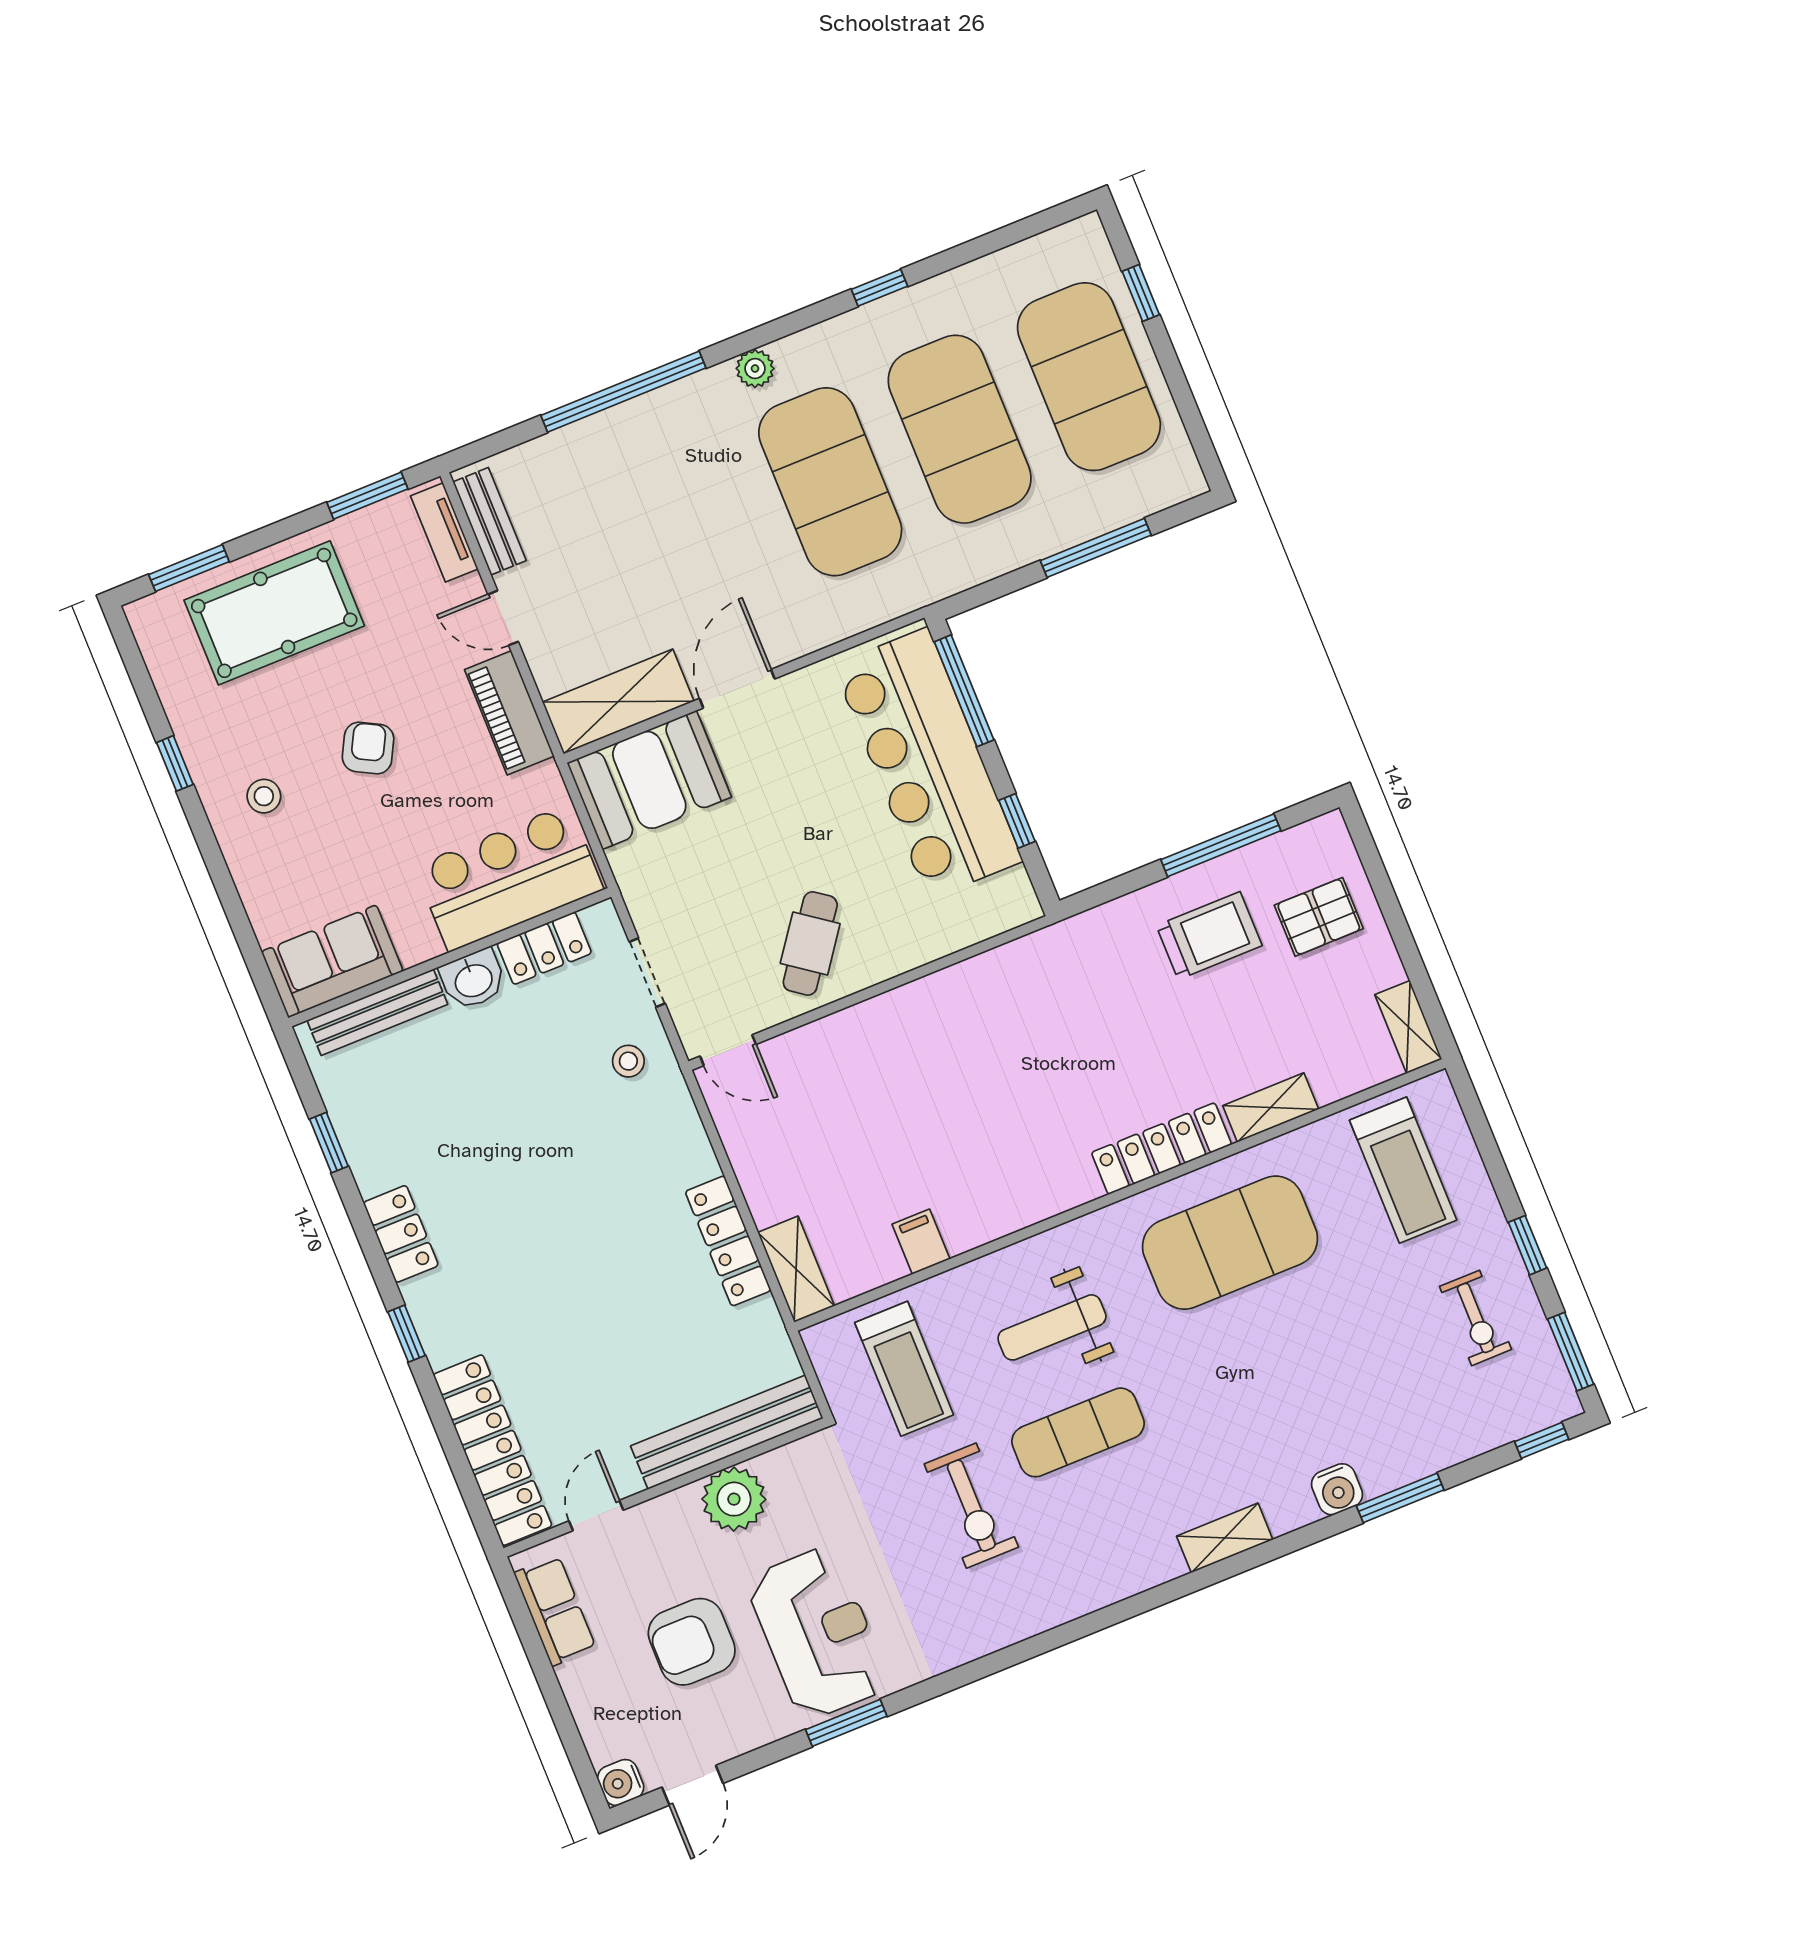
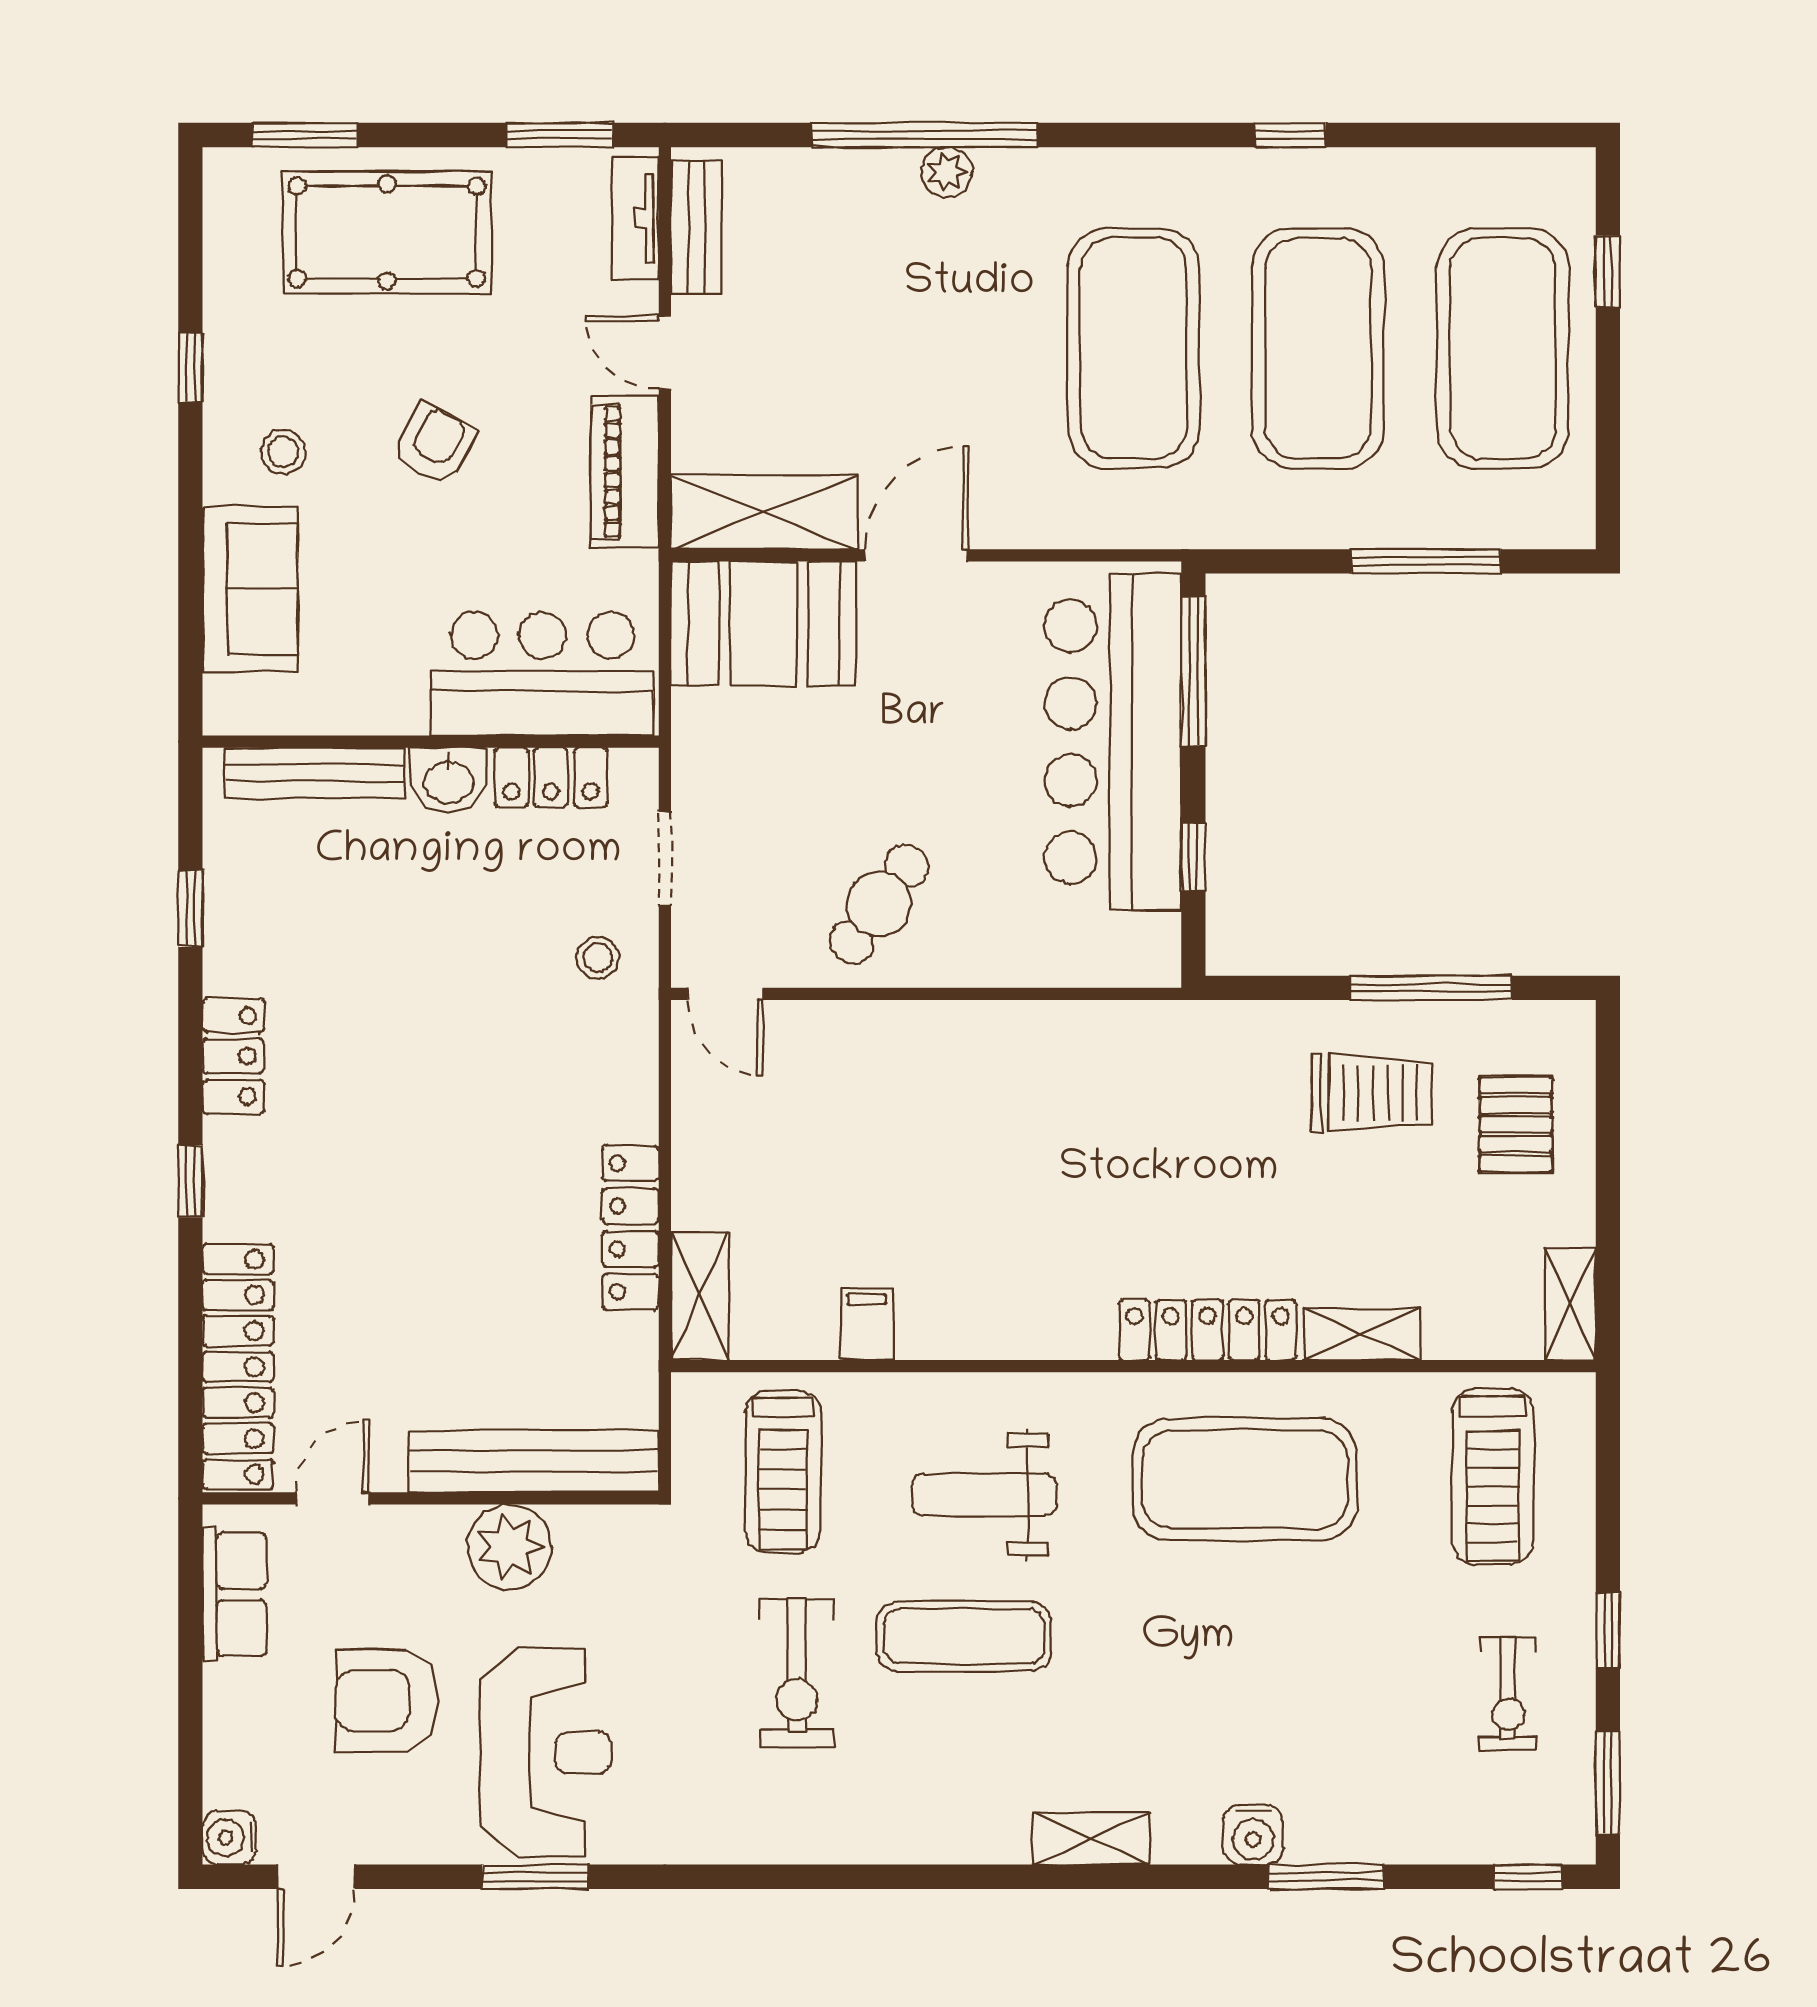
plant: (755, 369) -> (947, 172), moved
pallet: (1319, 917) -> (1516, 1124), turned 90
sofa: (332, 961) -> (250, 589), moved, turned 90

